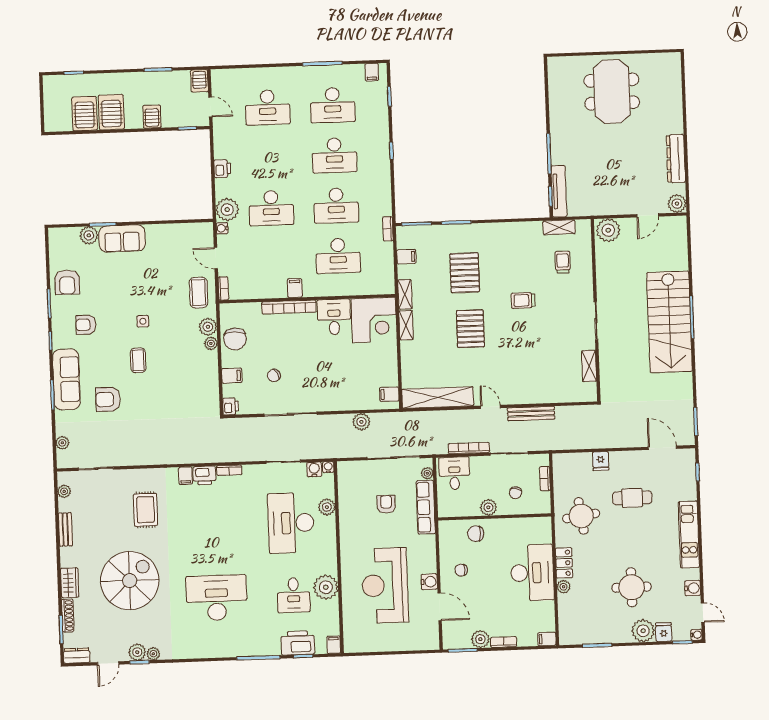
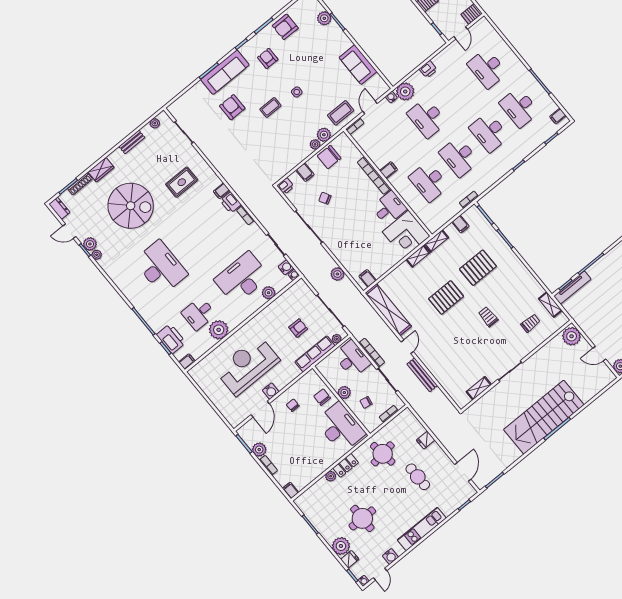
sofa: (122, 238) -> (358, 65), moved
plant: (62, 443) -> (184, 99), removed
desk: (454, 473) -> (352, 359), width x1.37
desk: (532, 573) -> (340, 427), moved, turned -90

